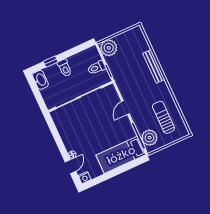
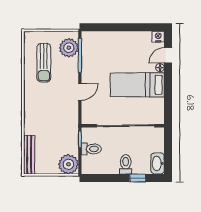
bench: (154, 66) -> (29, 155), moved
bed: (121, 155) -> (137, 85), moved, turned 180

